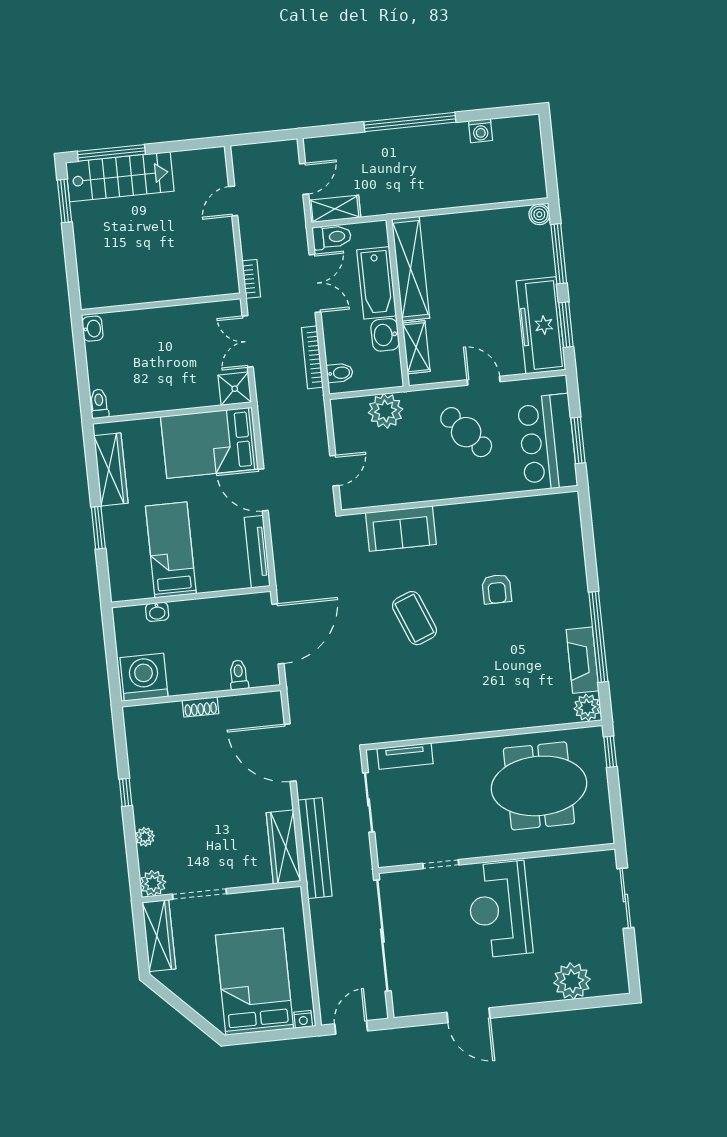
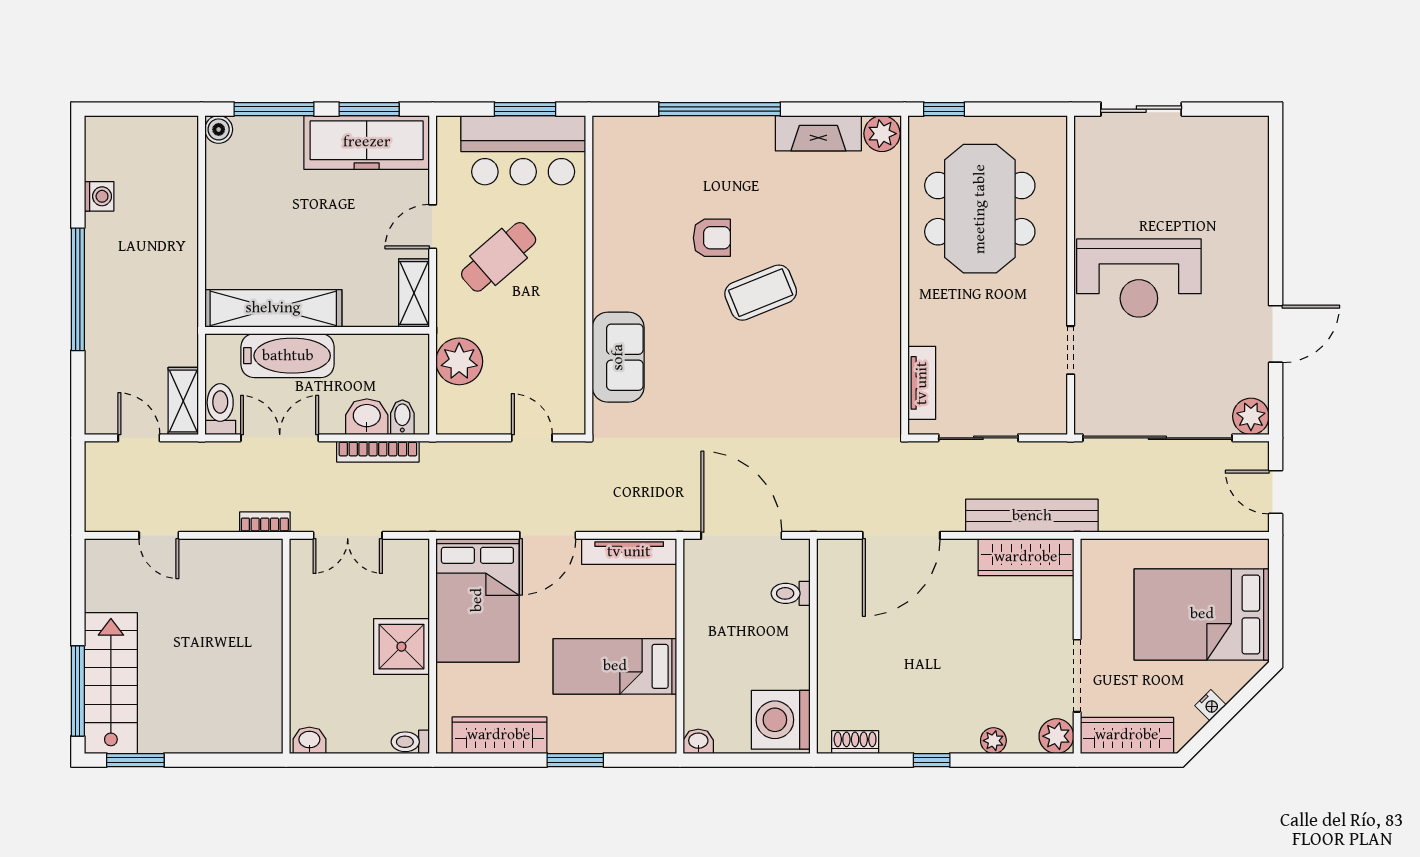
washbasin: (385, 335) -> (367, 417), moved, turned 180
shelving: (416, 347) -> (414, 293), moved, turned 90
shower: (235, 389) -> (401, 647), moved, width x1.36, depth x1.36
washbasin: (157, 612) -> (698, 741), moved, turned -90
coffee table: (414, 618) -> (761, 293), moved
window: (598, 637) -> (720, 109), moved
shoe rack: (200, 707) -> (855, 742), moved, turned -90
plant: (572, 981) -> (1251, 416), moved, width x0.73, depth x0.73
nightstand: (303, 1019) -> (1210, 705), moved, turned 45

